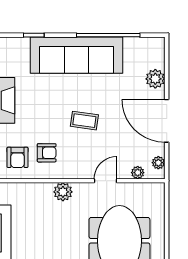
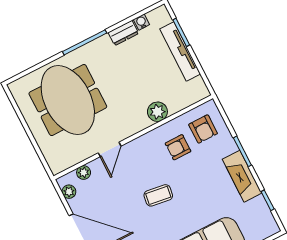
armchair: (17, 157) -> (203, 129), turned 180
plant: (63, 192) -> (157, 112), moved

